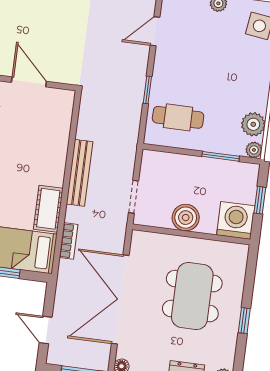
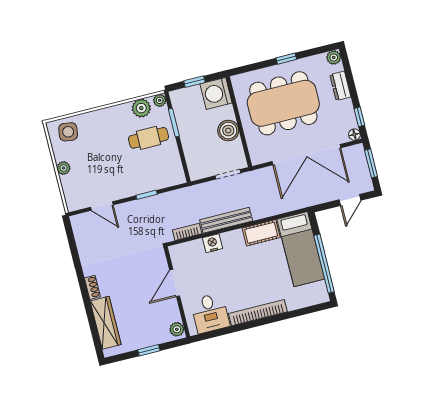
cafe table: (178, 117) -> (149, 138), moved, turned 90
nightstand: (59, 146) -> (213, 243), added
bookcase: (69, 241) -> (187, 232), moved
dining table: (192, 296) -> (283, 103), width x1.36, depth x1.24

